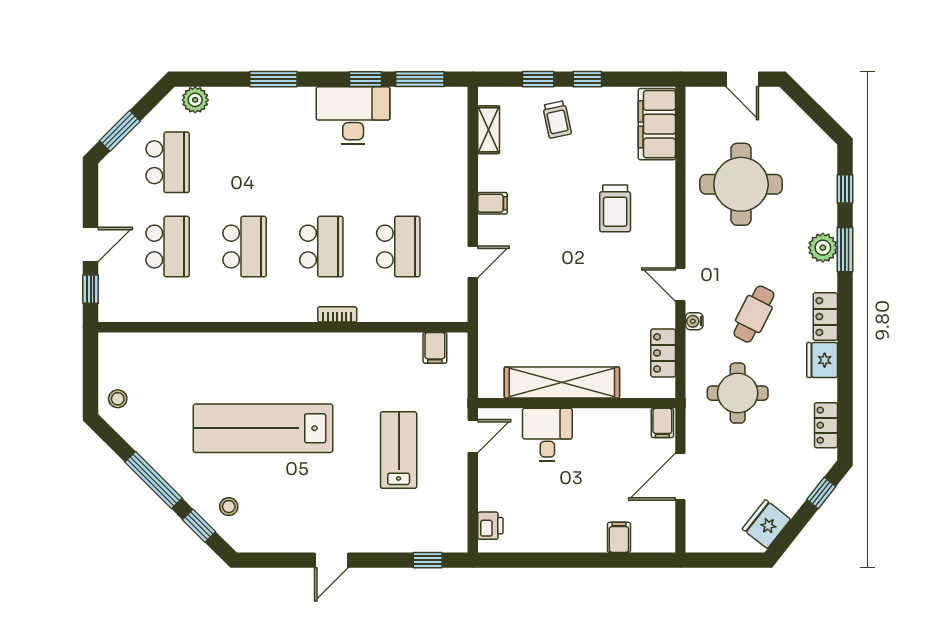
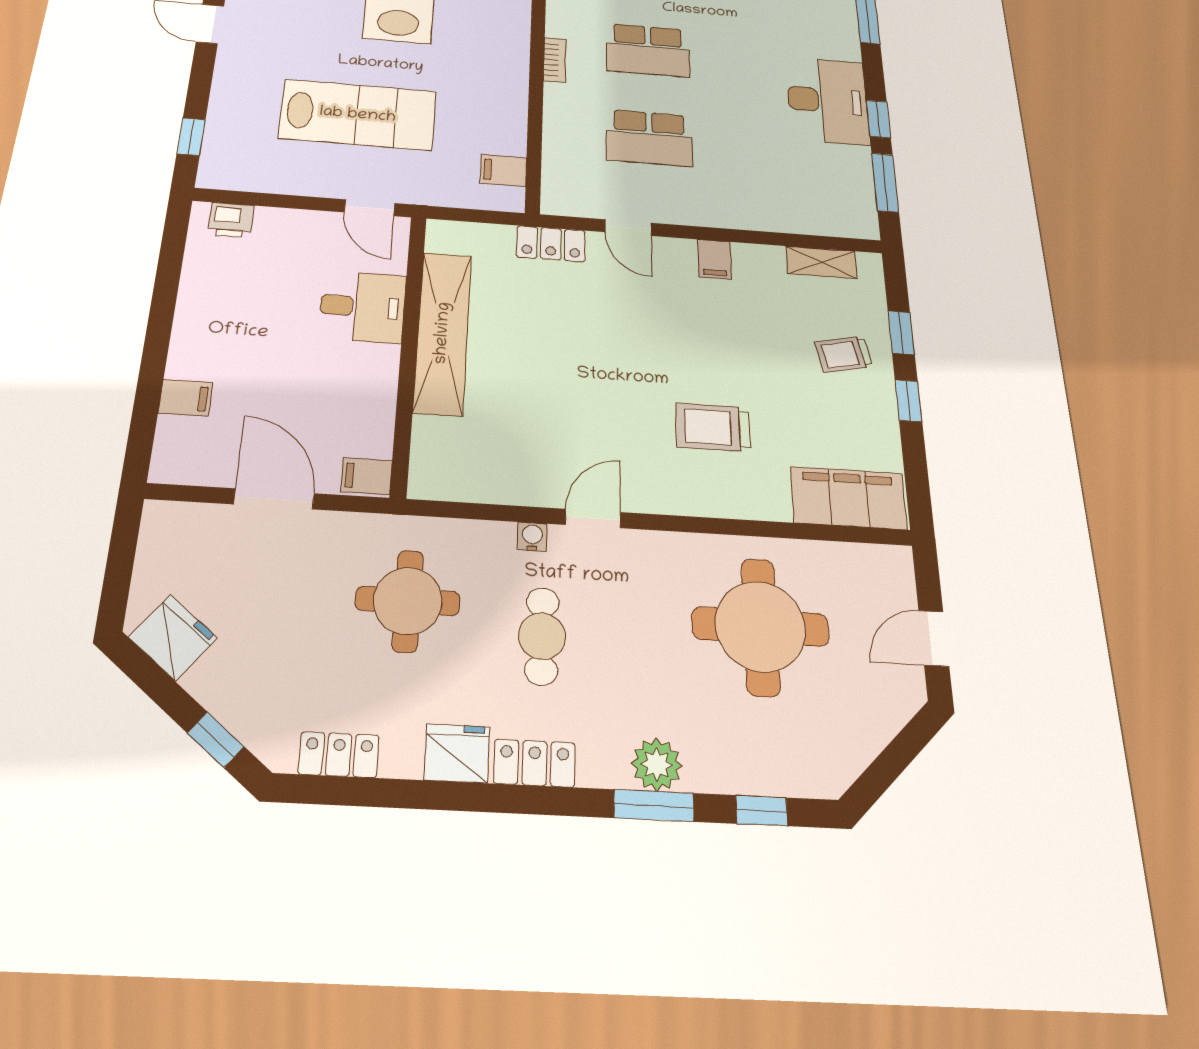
cafe table: (754, 314) -> (542, 636), turned 63
locker: (663, 353) -> (551, 244), moved, turned 180
lab bench: (399, 450) -> (358, 115), width x1.36, depth x1.39

